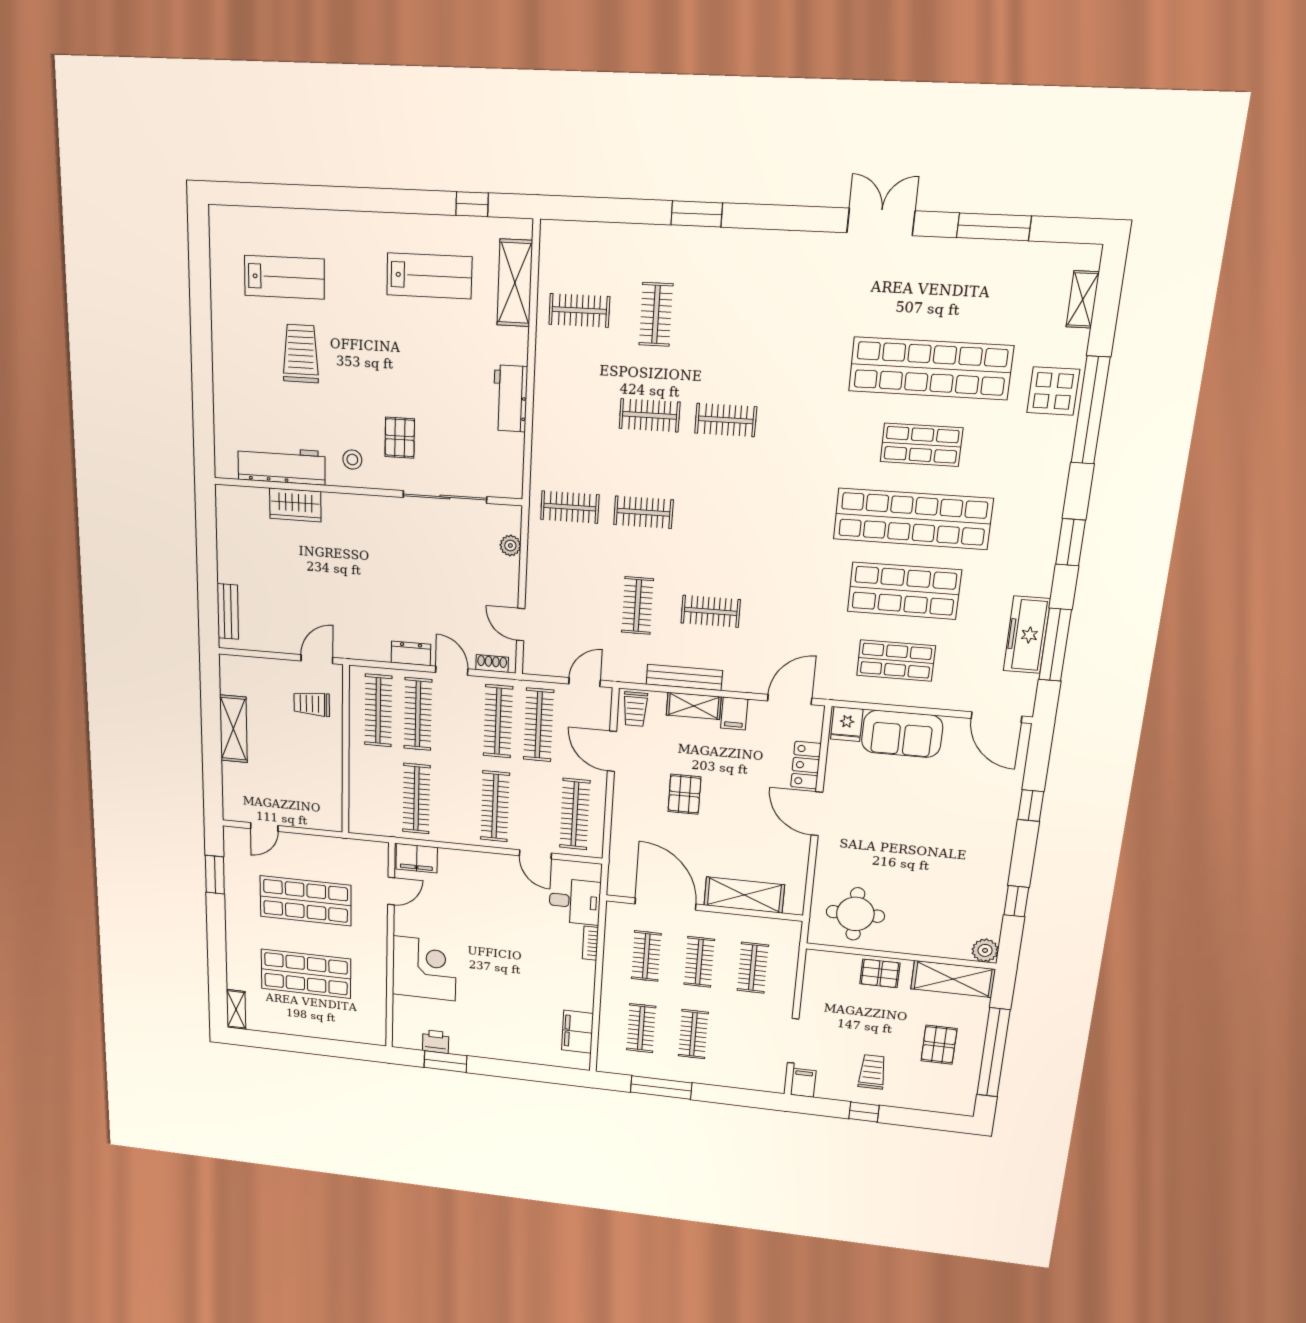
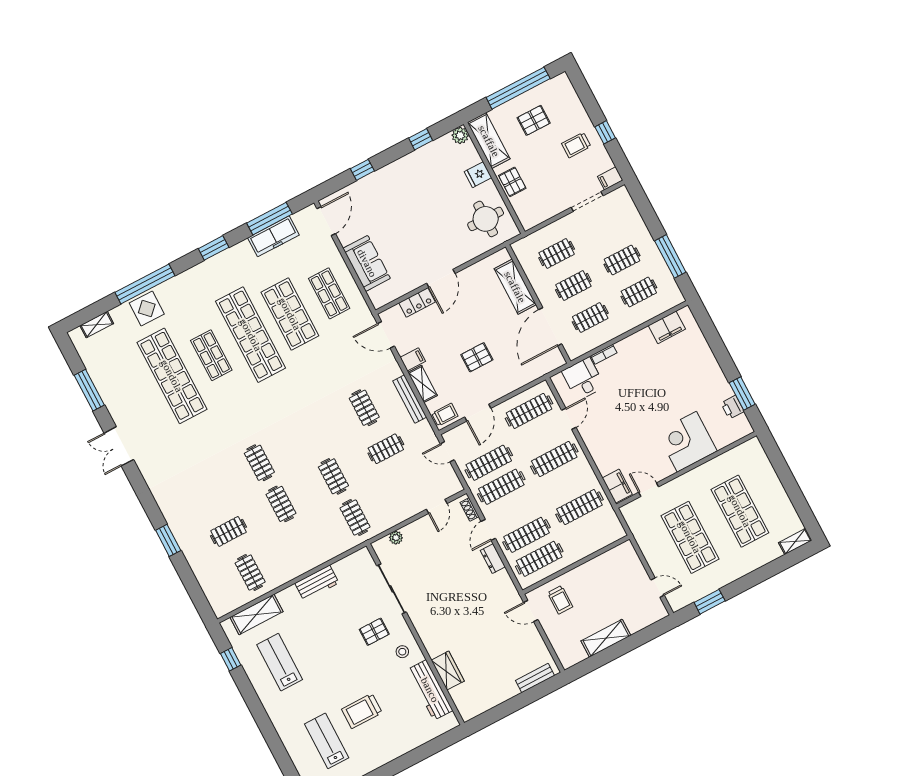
fridge: (847, 724) -> (478, 175), moved, turned 180

